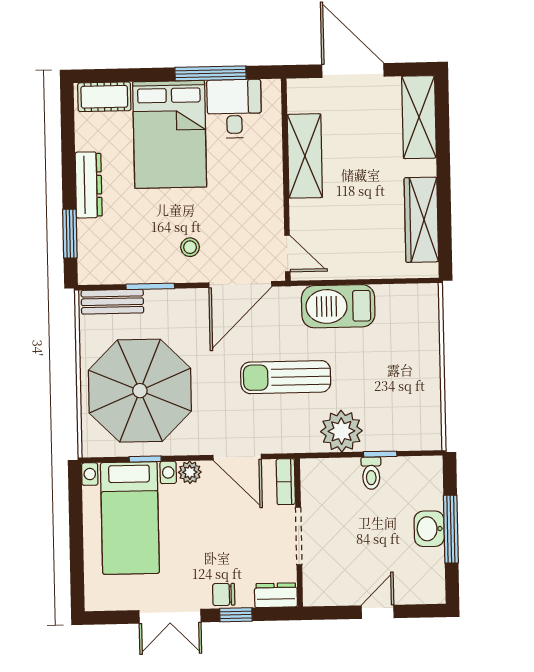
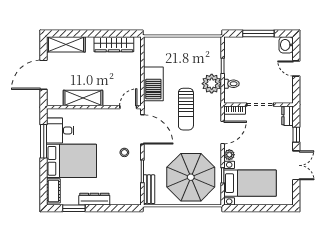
window: (70, 234) -> (74, 208), moved
toilet: (371, 473) -> (231, 84), moved
washbasin: (429, 529) -> (286, 45), moved, turned 90
chair: (224, 594) -> (287, 140), removed

